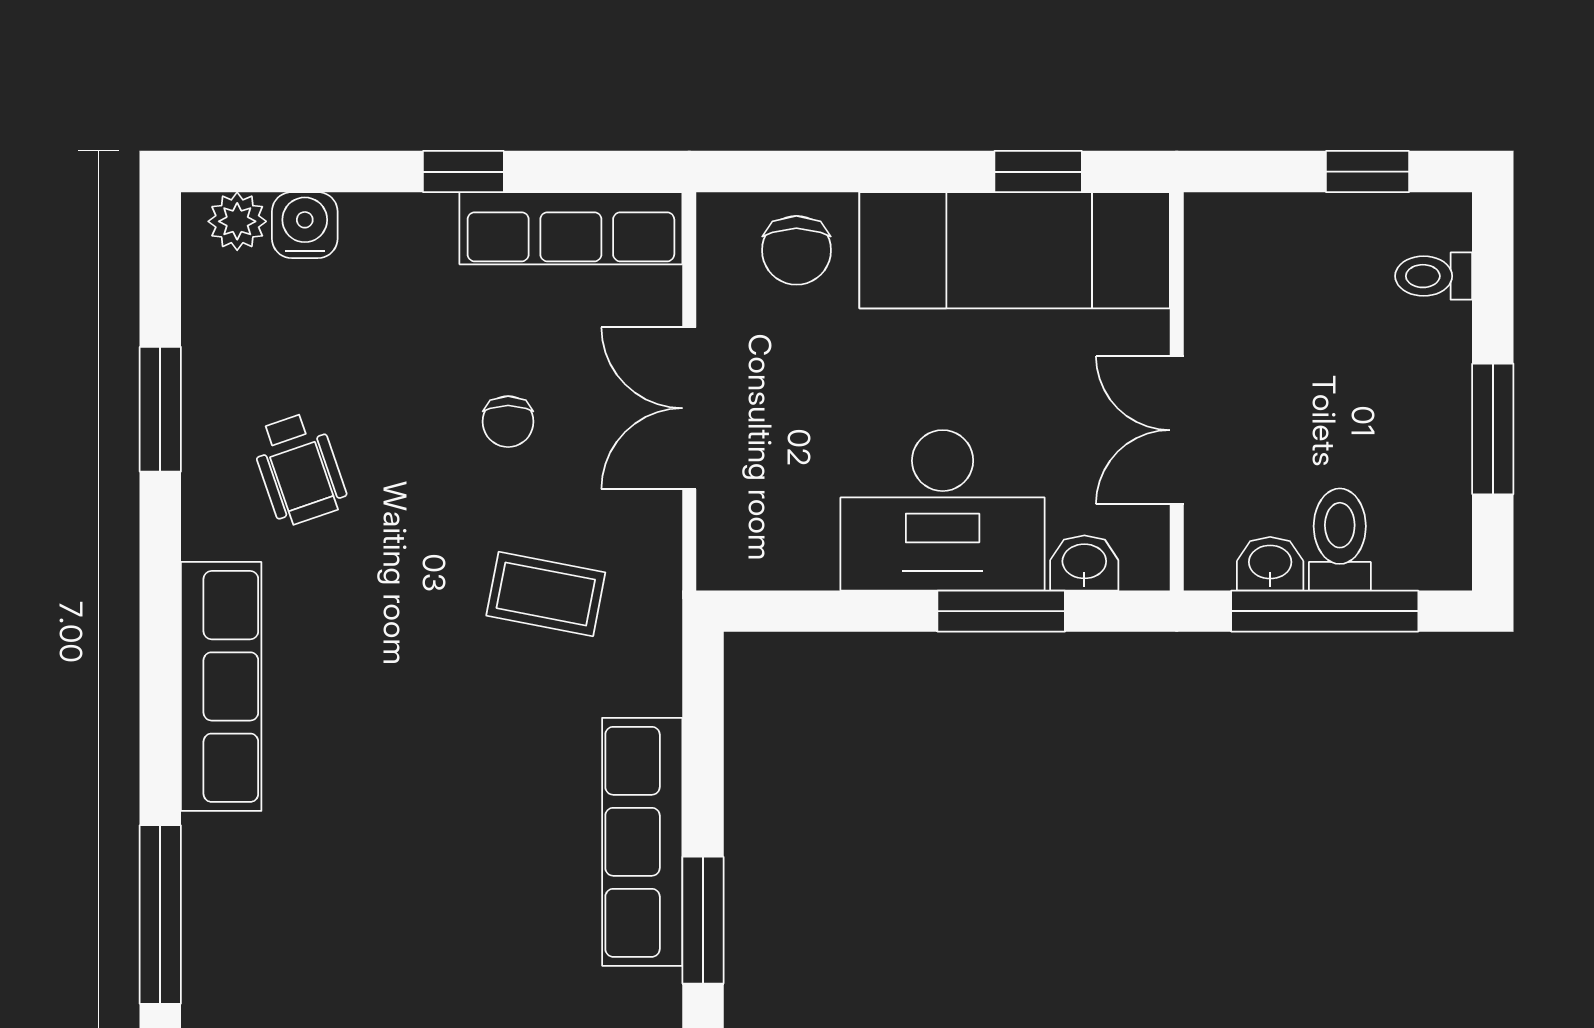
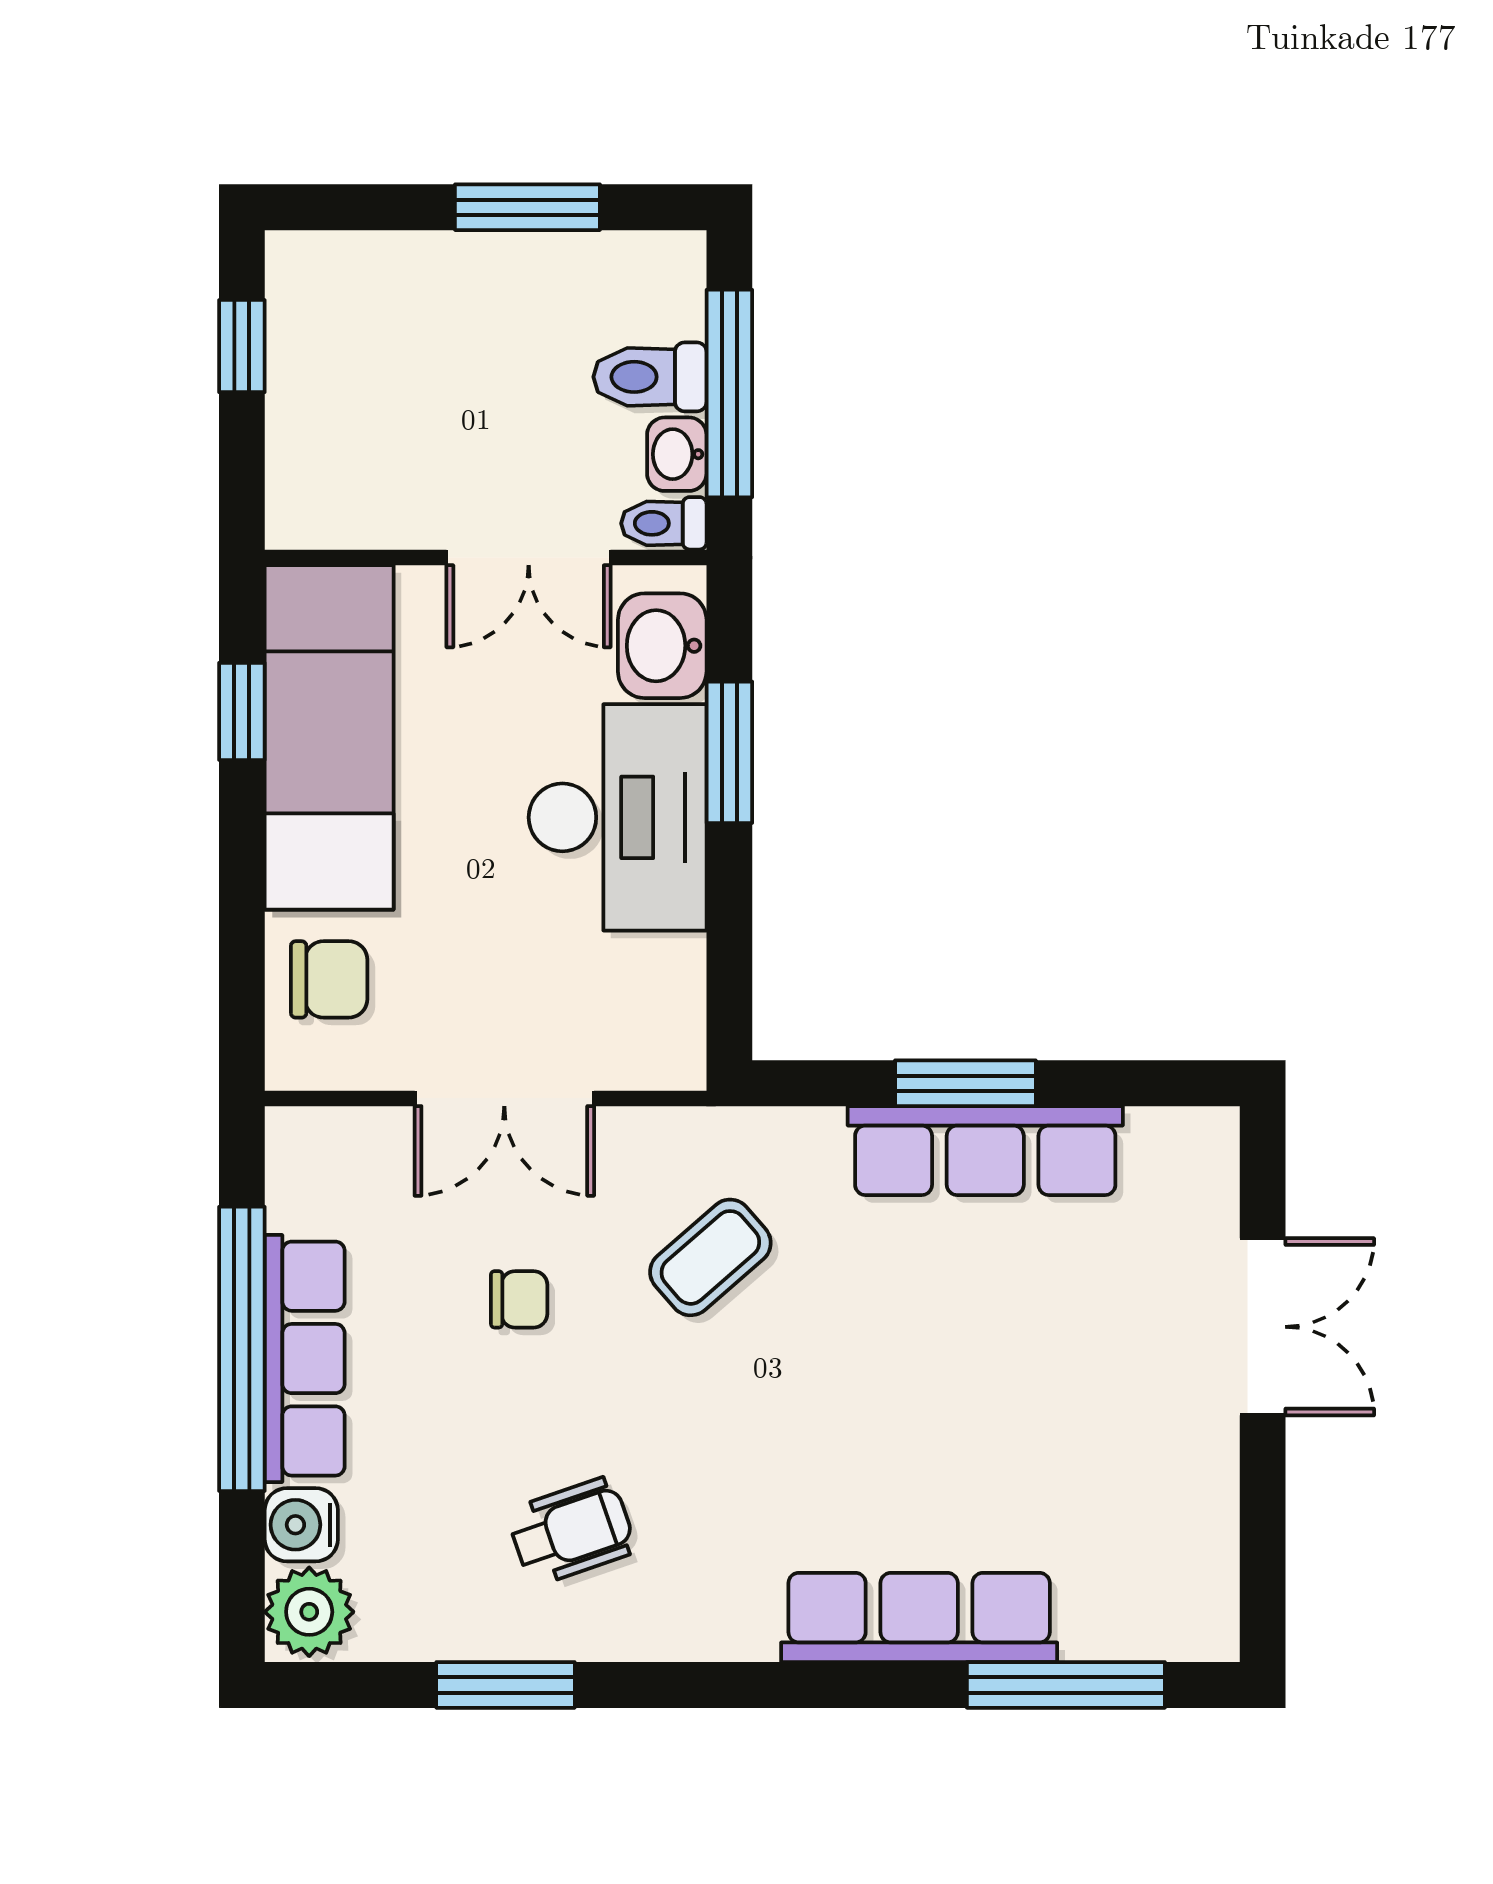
window: (463, 172) -> (242, 1349), width x3.17
plant: (237, 221) -> (309, 1612), width x1.38, depth x1.38
row of seats: (571, 228) -> (305, 1359), moved
toilet: (1434, 276) -> (664, 523), moved, turned 90
washbasin: (1084, 563) -> (662, 646), width x1.38, depth x1.45
coffee table: (546, 594) -> (710, 1257), turned 38
row of seats: (221, 686) -> (919, 1617), moved
window: (703, 920) -> (965, 1083), moved

